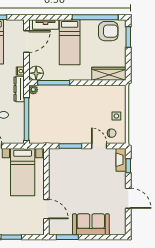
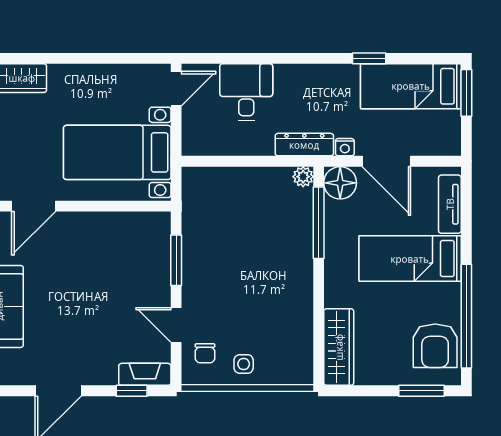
door: (26, 41) -> (386, 161), moved
window: (26, 119) -> (237, 161), removed
door: (99, 146) -> (176, 325), swing flipped

